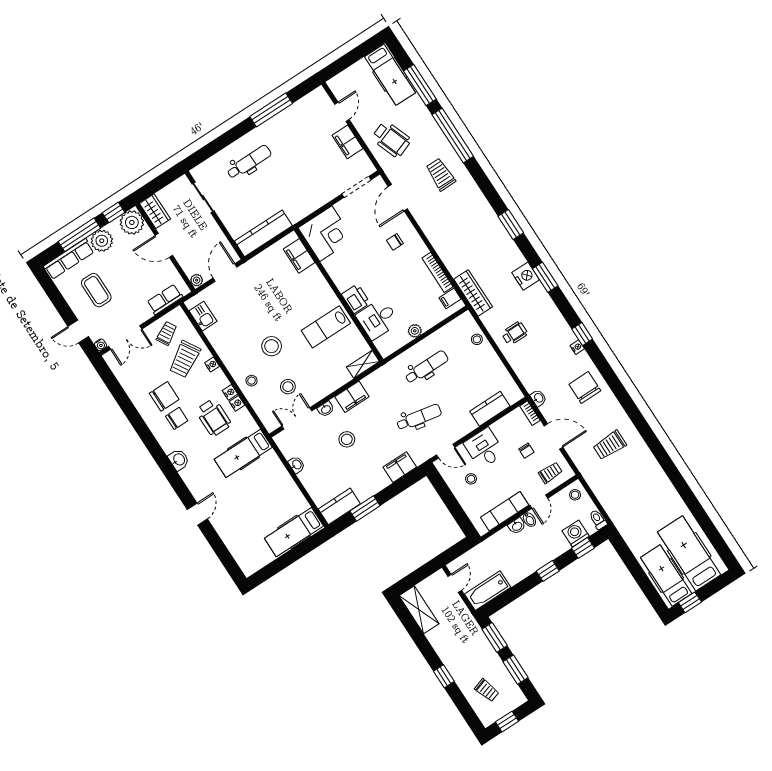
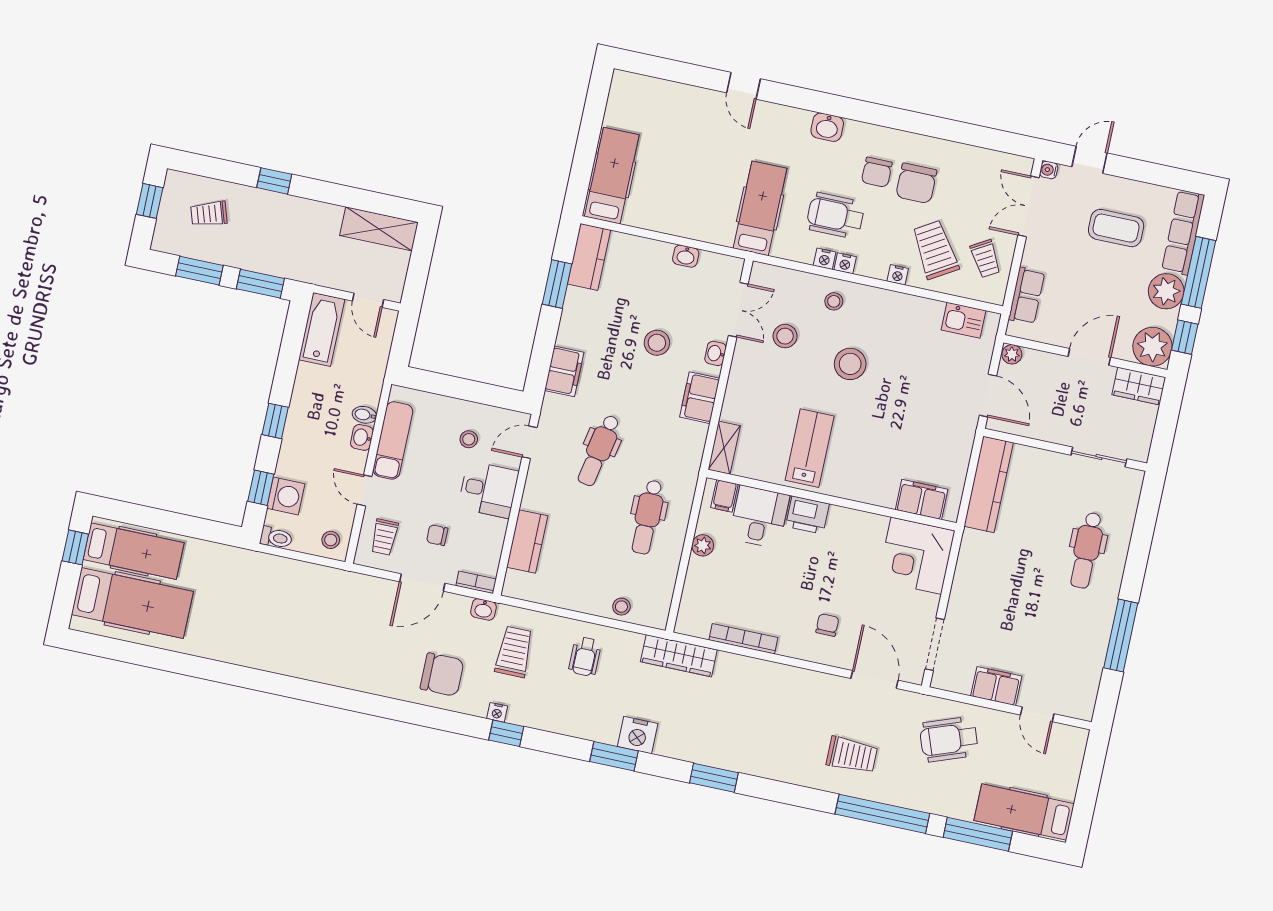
filing cabinet: (450, 298) -> (724, 496), moved, turned 180
trolley: (610, 445) -> (514, 652), moved
bidet: (529, 520) -> (364, 415), moved

